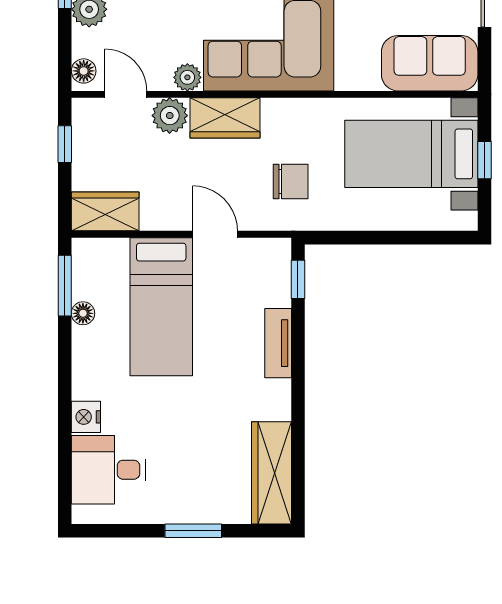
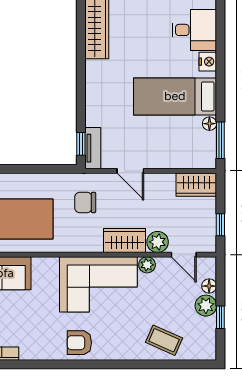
floor lamp: (84, 71) -> (209, 286), moved
bed: (161, 307) -> (175, 96), moved, turned -90
tv unit: (278, 343) -> (93, 148), moved

